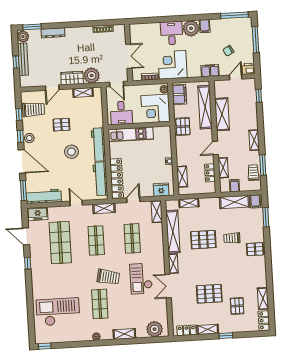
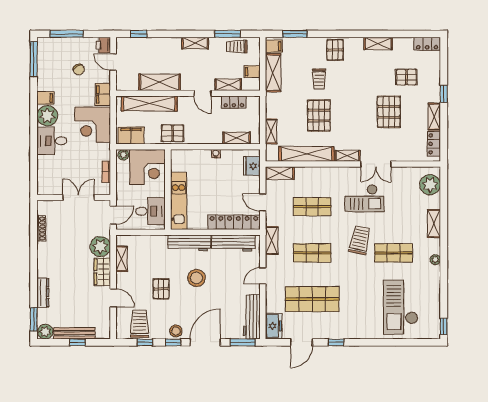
corner desk: (172, 65) -> (93, 125), moved
shelving: (263, 299) -> (378, 43), moved

